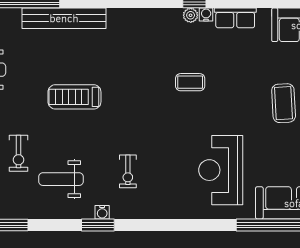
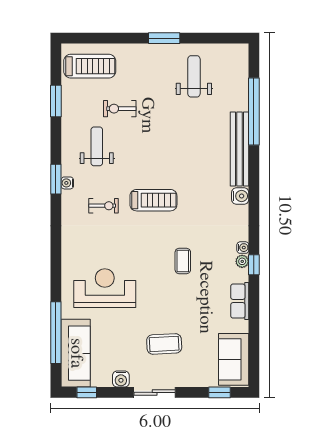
water cooler: (206, 15) -> (243, 248), moved
water cooler: (117, 17) -> (240, 196), added
treadmill: (74, 97) -> (153, 200), moved, turned 90
exercise bike: (128, 171) -> (104, 206), turned 180

